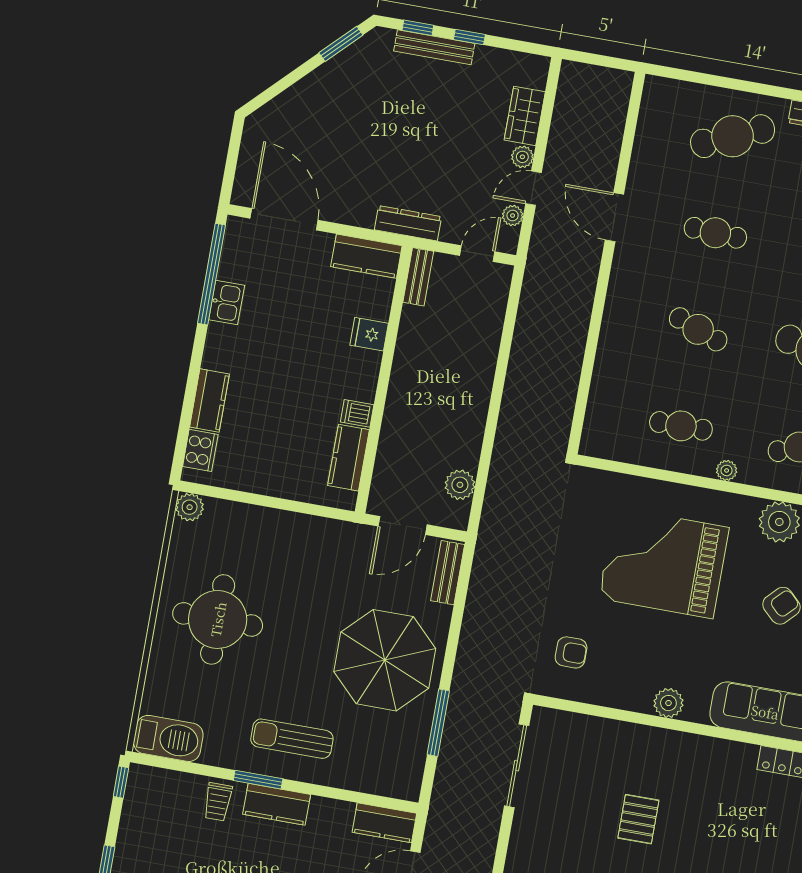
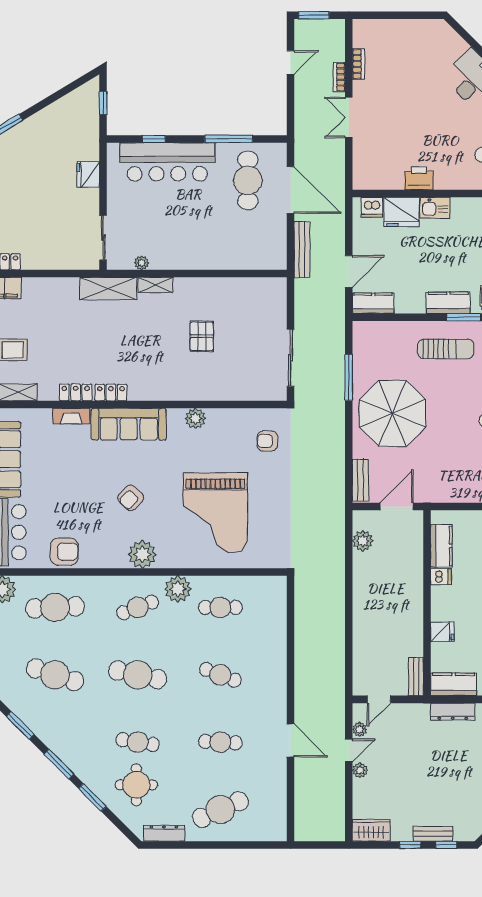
bench: (434, 47) -> (433, 834), width x0.73
wardrobe: (525, 116) -> (371, 830), moved, turned -90
dresser: (408, 223) -> (453, 712), moved
plant: (727, 470) -> (178, 589), width x1.88, depth x1.88
grand piano: (664, 563) -> (215, 513), turned 90

